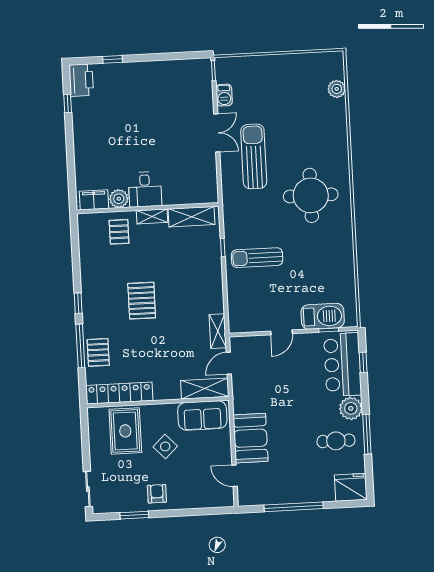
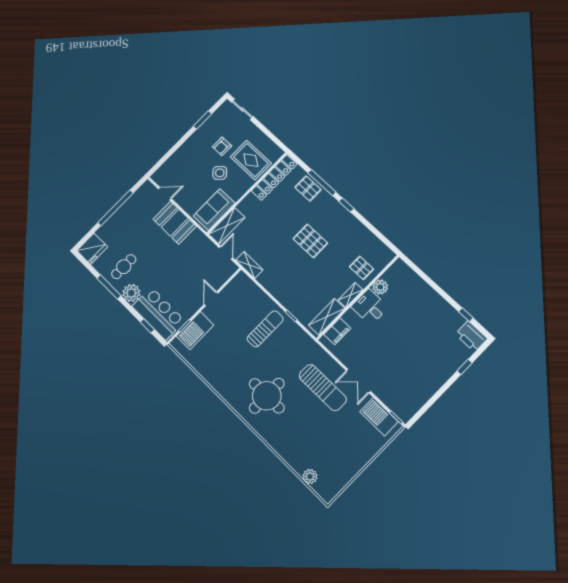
barbecue: (224, 95) -> (379, 417), width x1.88, depth x1.53
filing cabinet: (94, 200) -> (337, 331), moved
armchair: (157, 494) -> (222, 146), moved, turned 90

